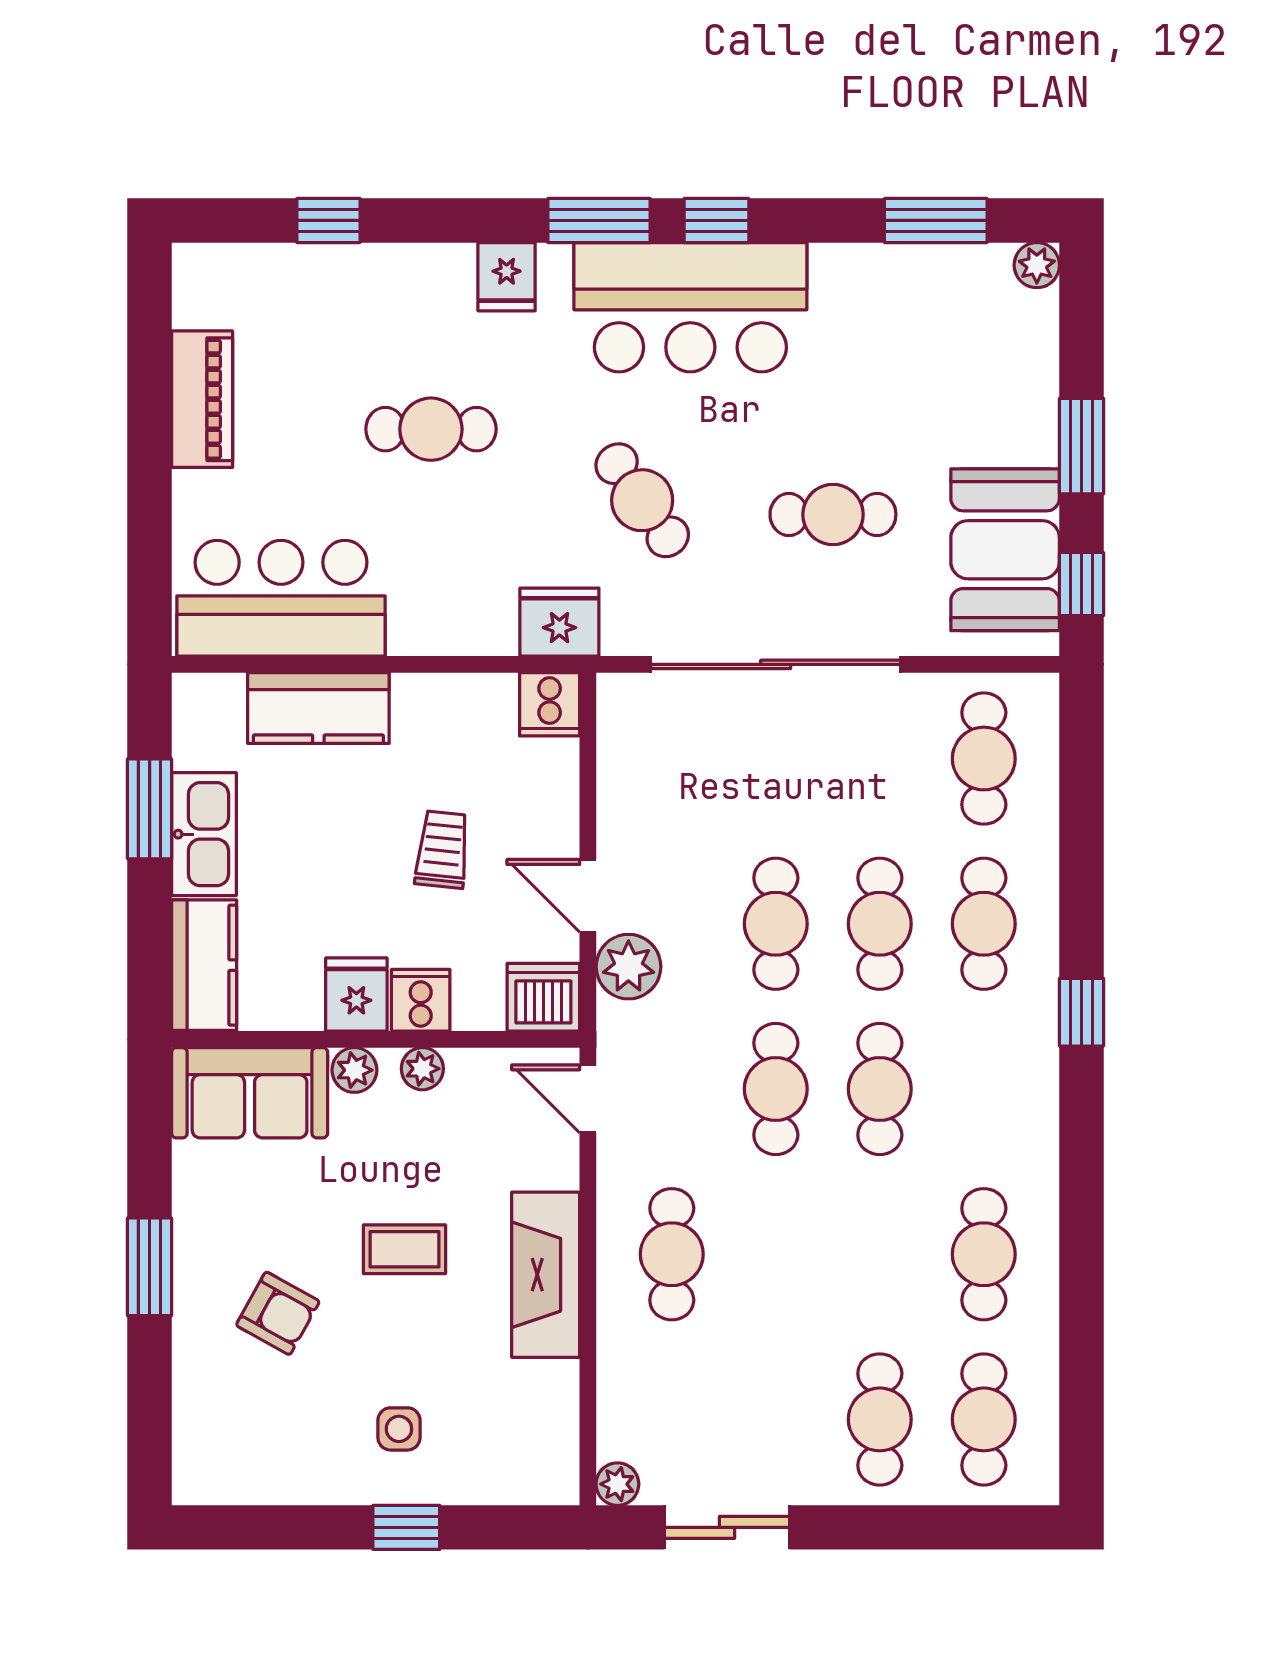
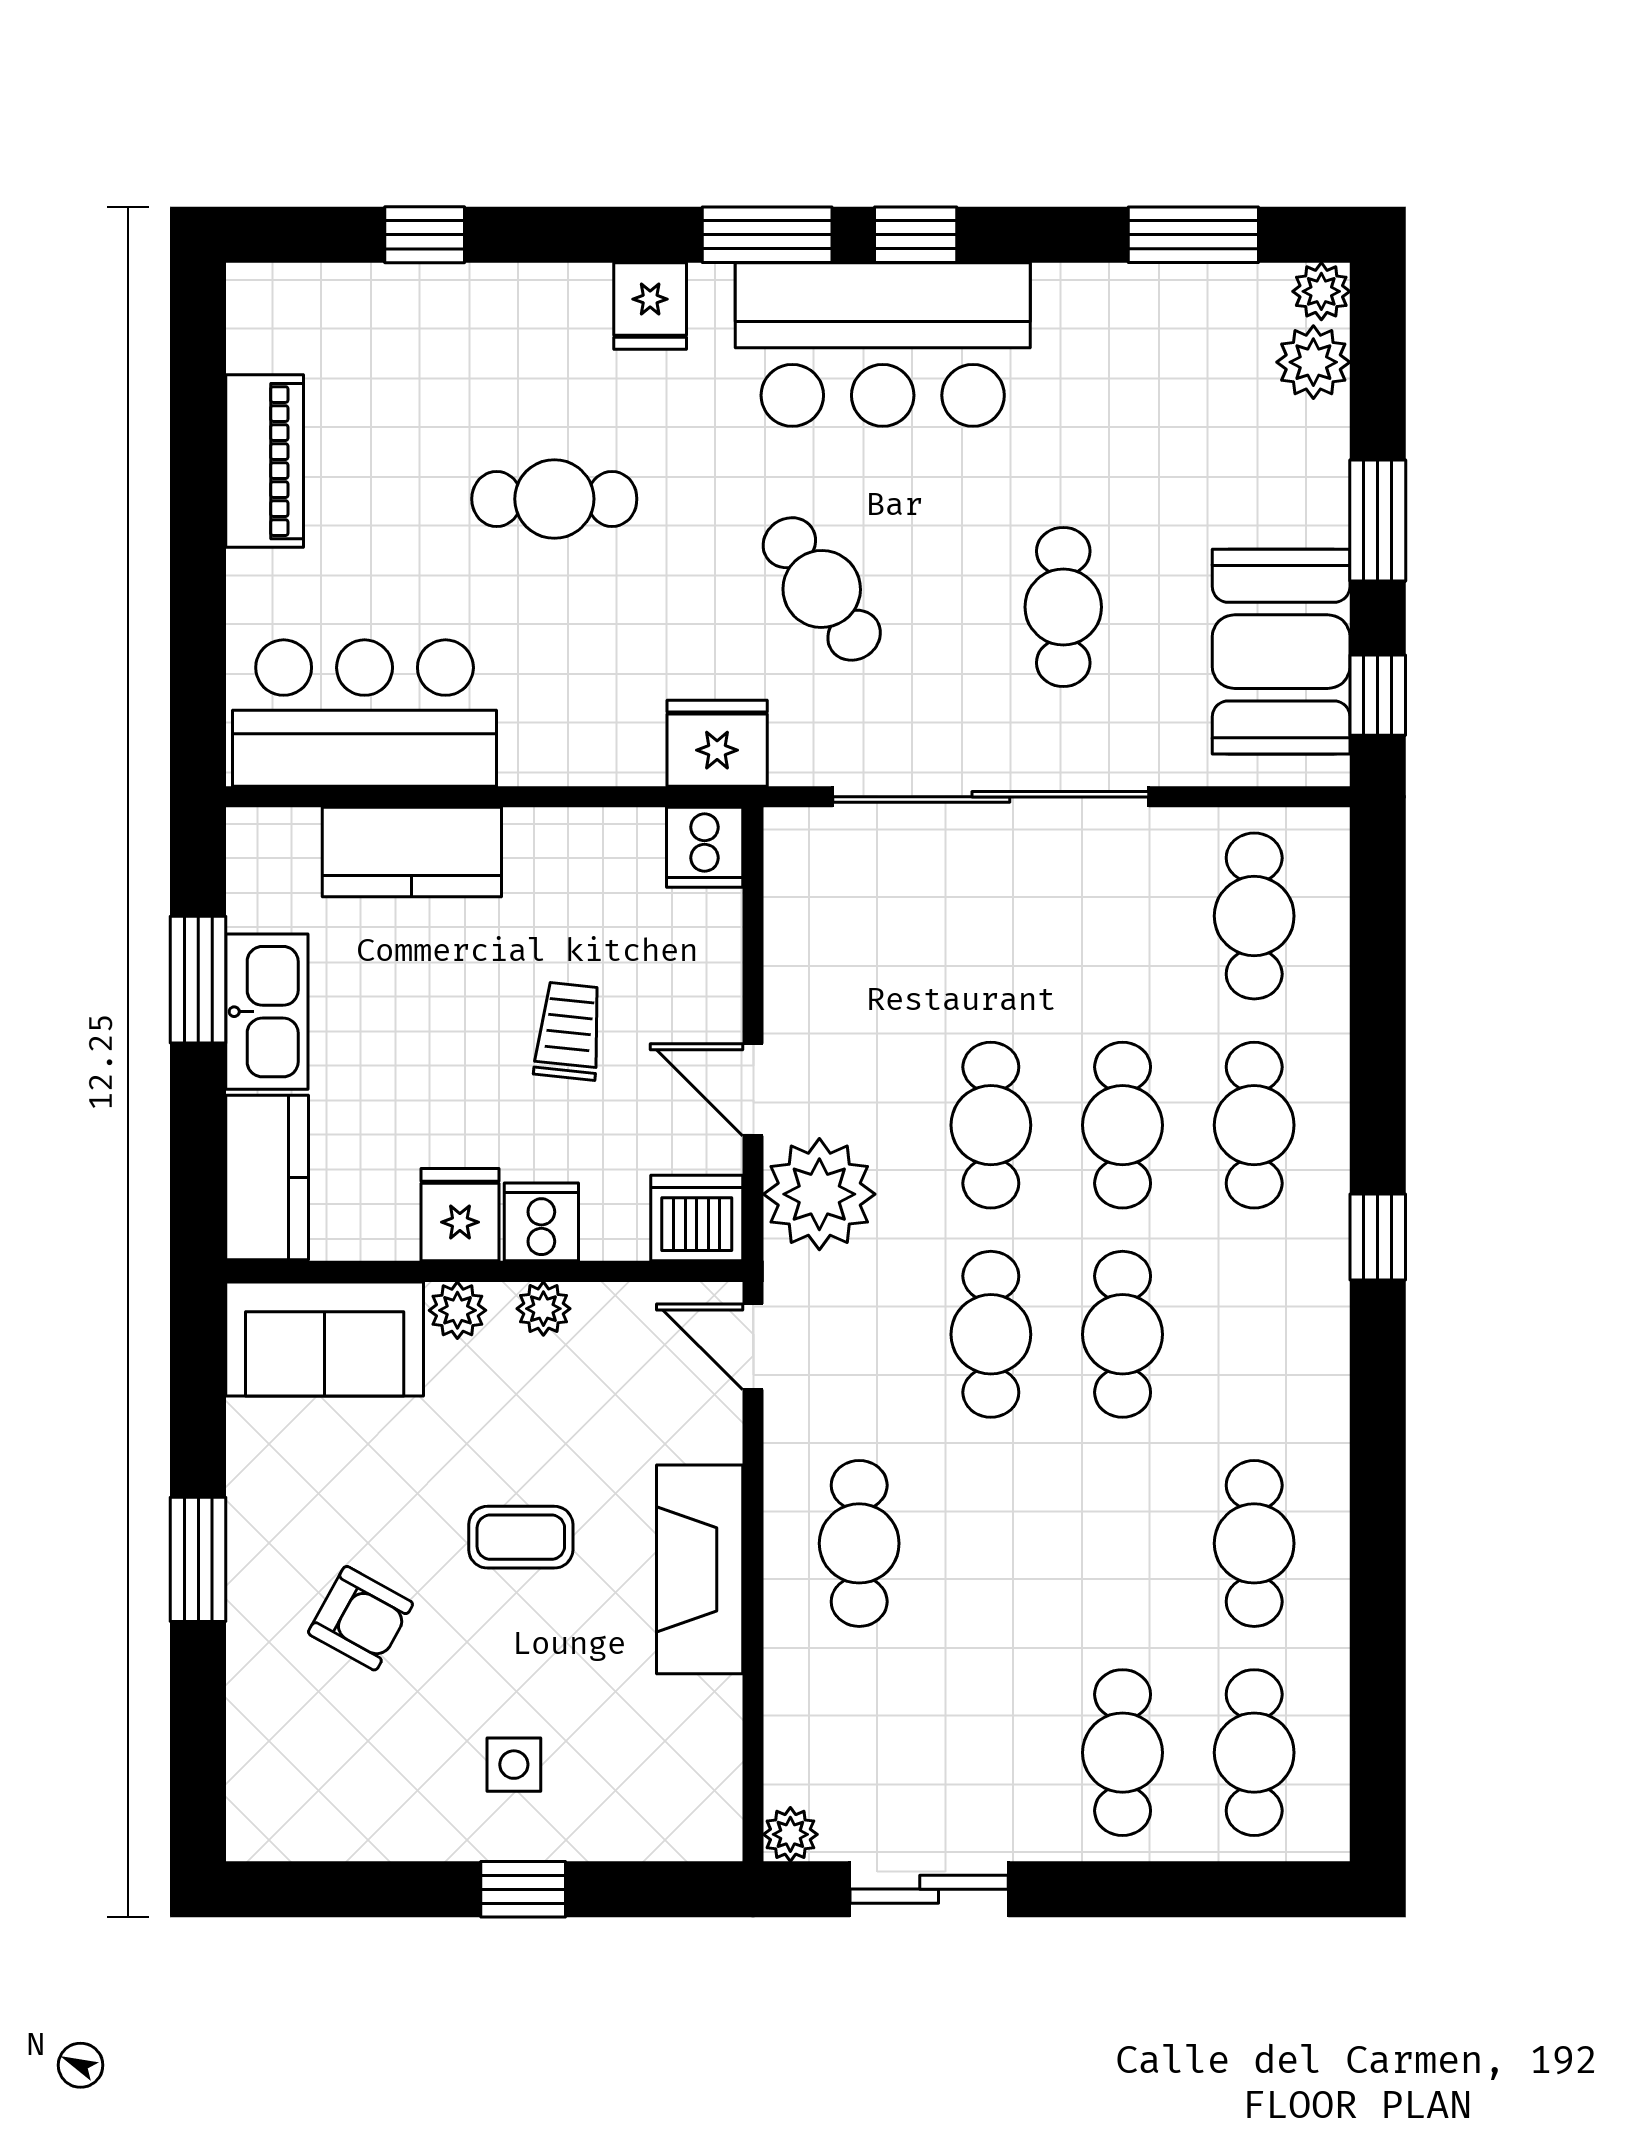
plant: (1030, 321) -> (1313, 362), added
cafe table: (833, 514) -> (1063, 607), turned 90
plant: (628, 967) -> (819, 1194), width x1.36, depth x1.36

